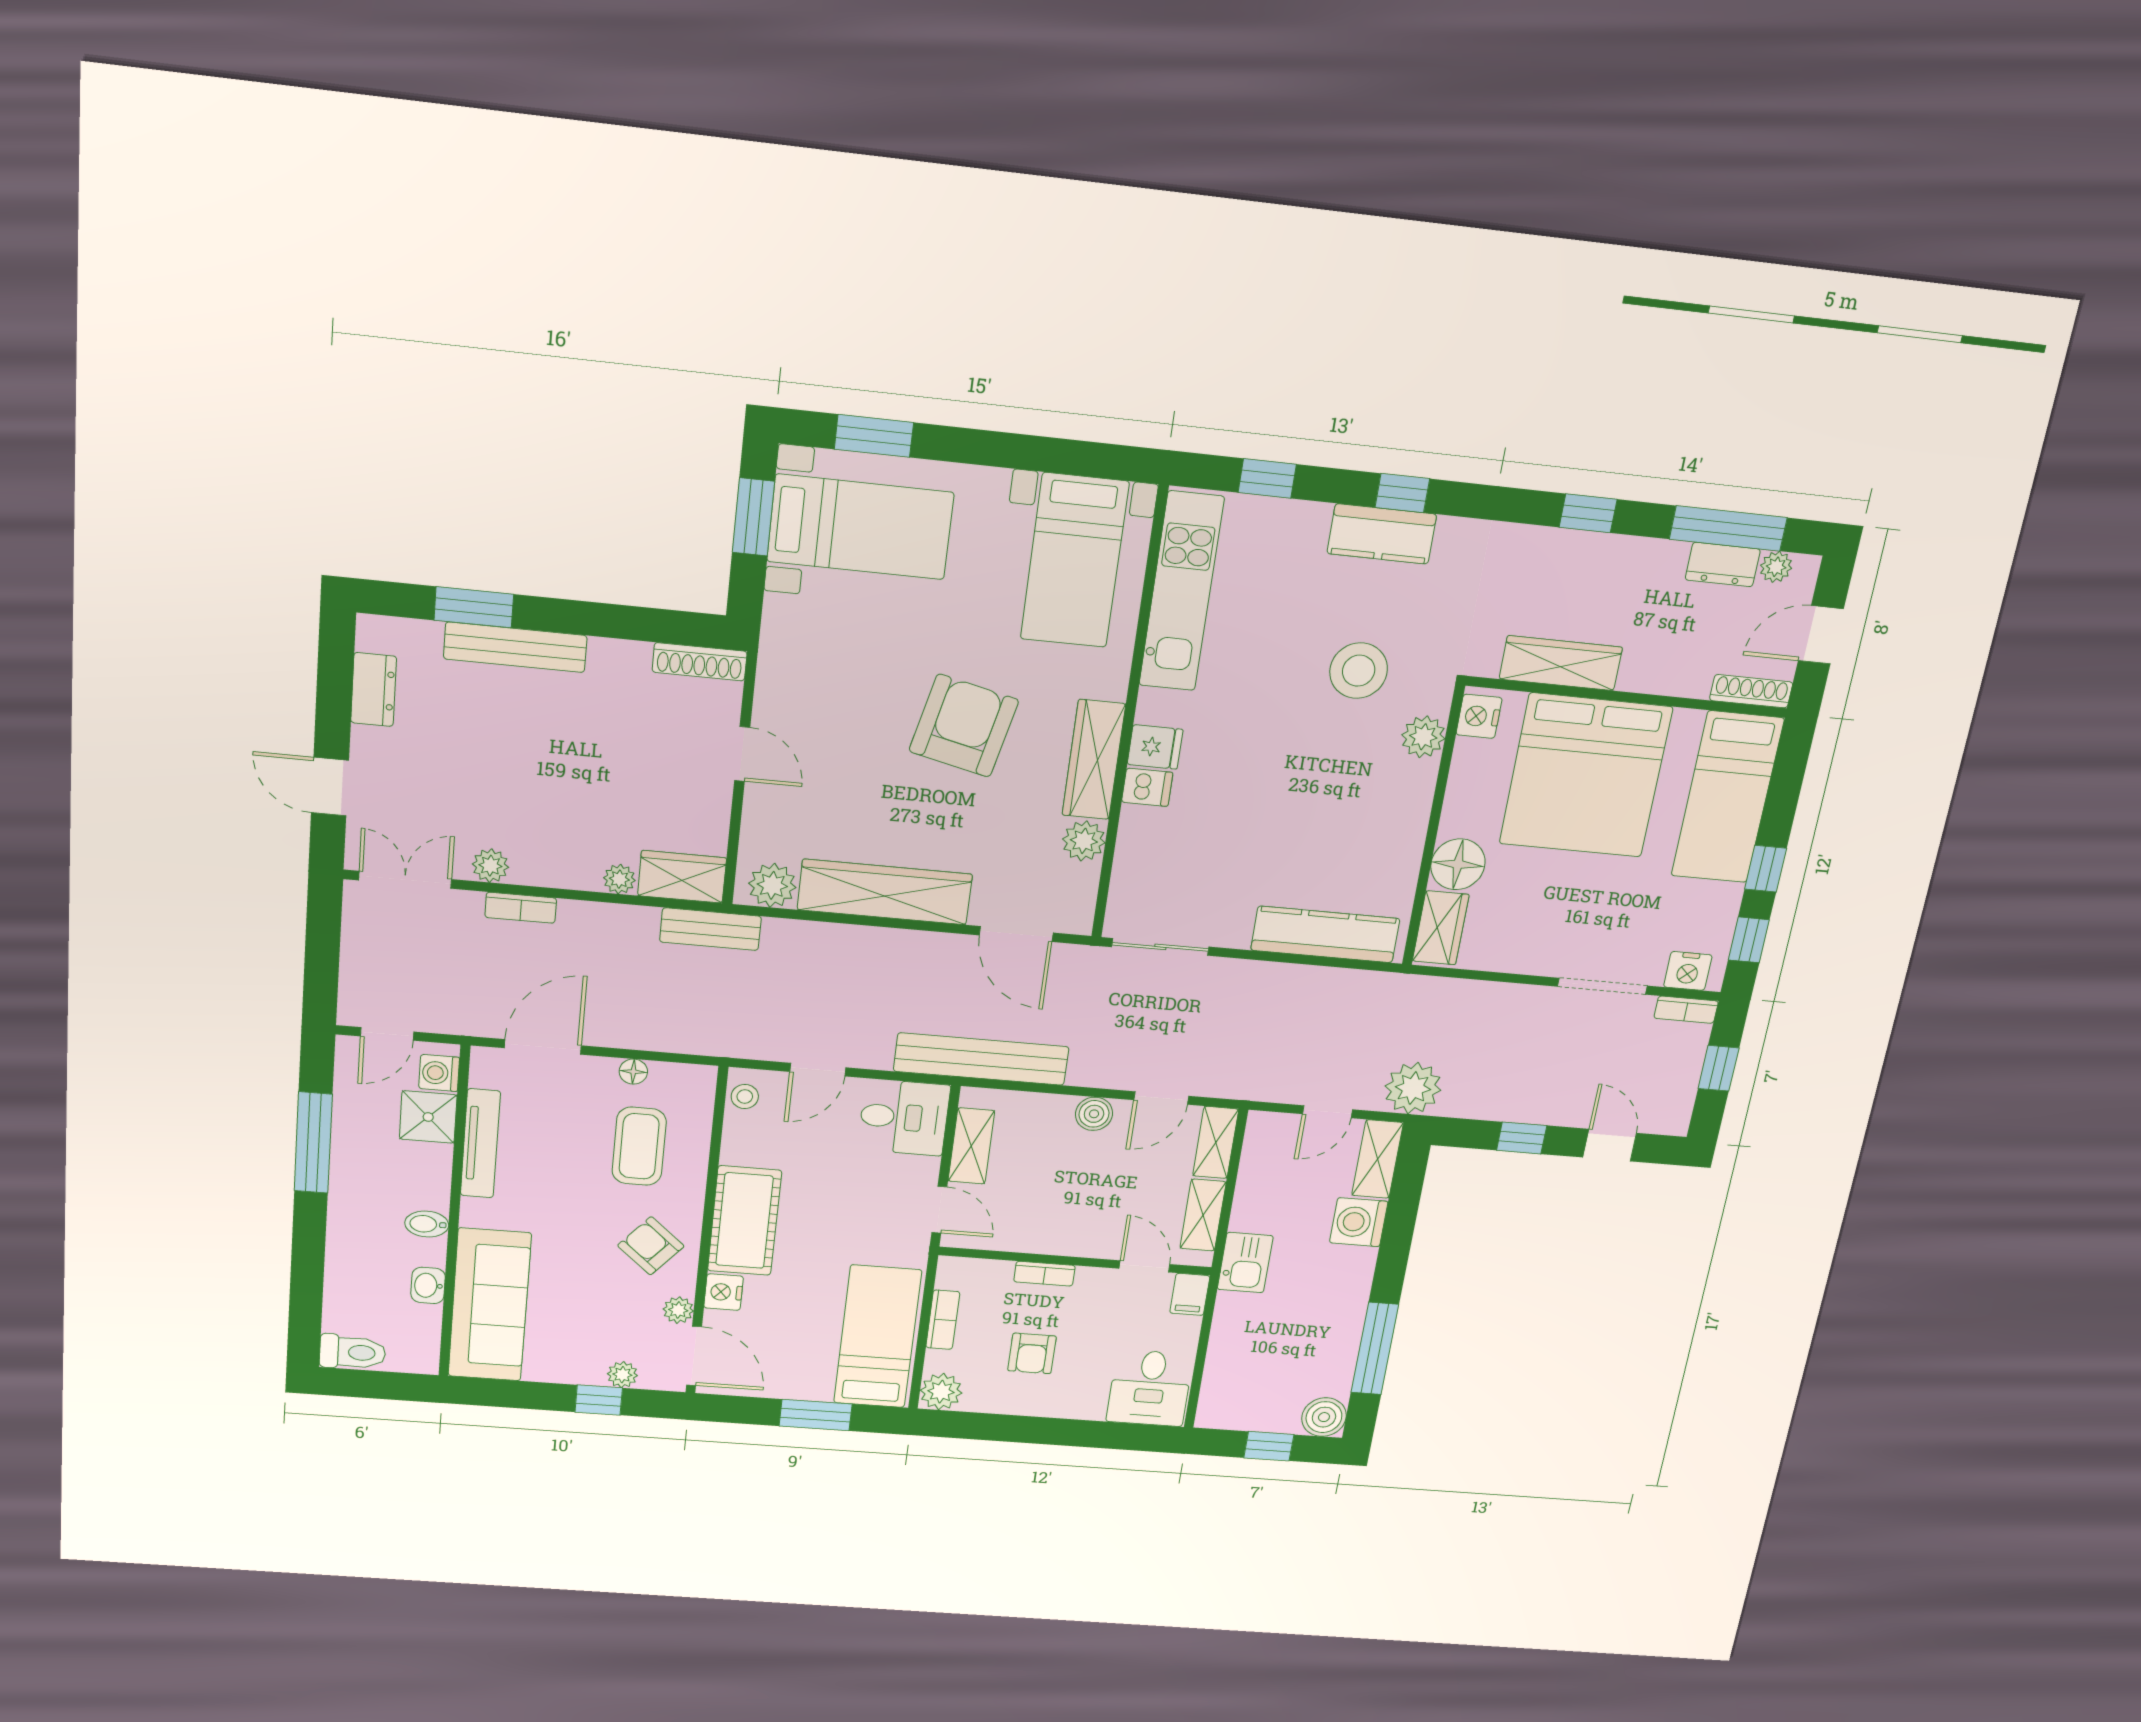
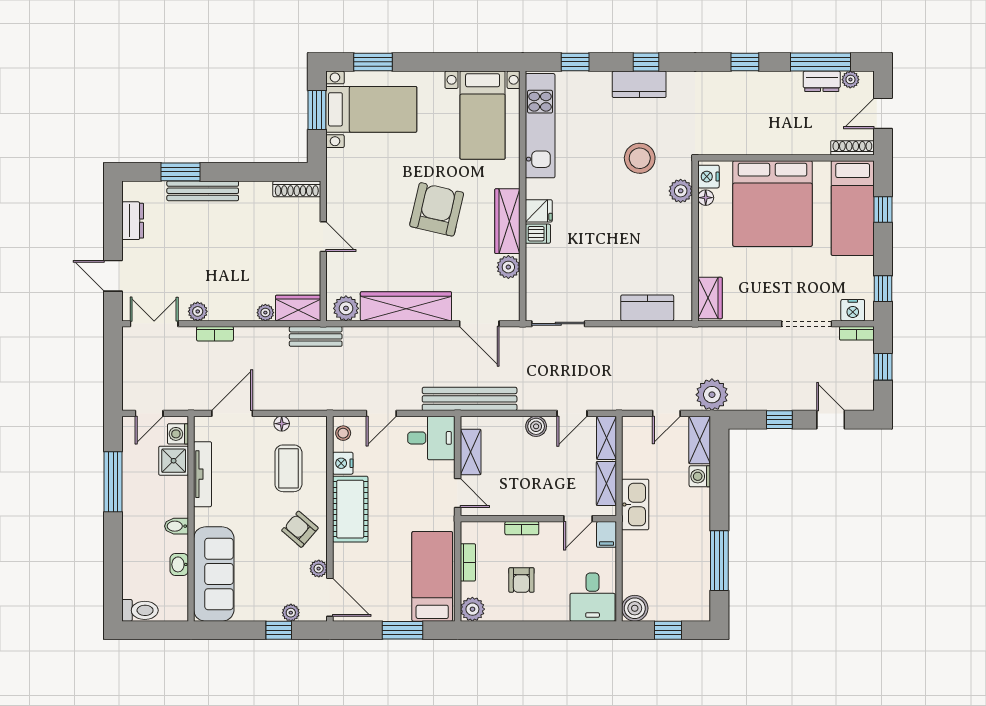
wardrobe: (1561, 663) -> (747, 143), removed
floor lamp: (1458, 864) -> (706, 198), moved, width x0.53, depth x0.53
window: (1766, 869) -> (883, 210), moved
kitchen counter: (1325, 934) -> (647, 308), width x0.67
washing machine: (1359, 1222) -> (700, 476), width x0.73, depth x0.73
kitchen sink: (1245, 1263) -> (635, 504), width x1.38
door: (1144, 1266) -> (578, 519), swing flipped
nightstand: (724, 1292) -> (343, 463), moved
boiler: (1324, 1417) -> (635, 608), moved

